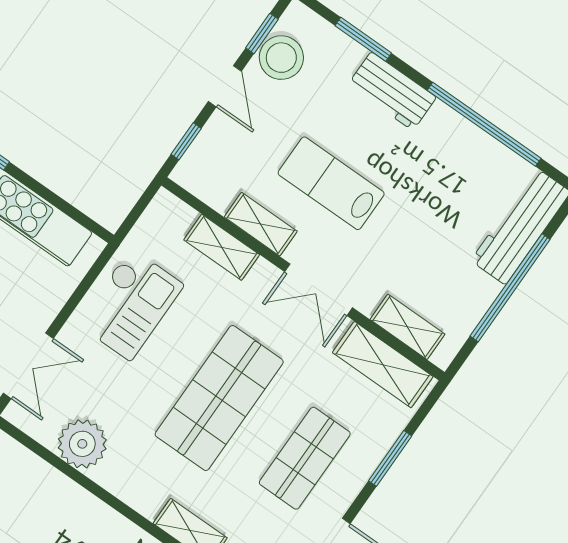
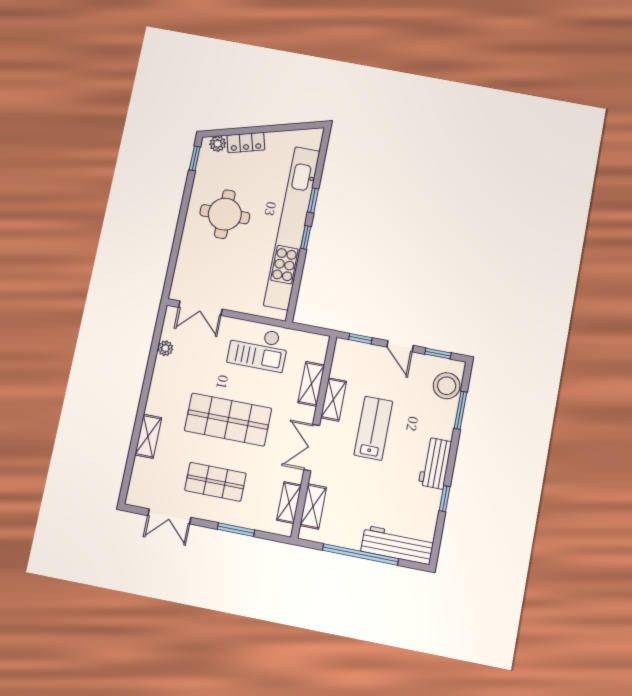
stool: (281, 58) -> (447, 386), moved
door: (225, 86) -> (400, 346), hinge flipped
workbench: (392, 91) -> (435, 463), moved
window: (484, 124) -> (445, 499), width x0.32
shelving: (383, 365) -> (289, 503), width x0.67, depth x0.75
plant: (82, 444) -> (165, 348), width x0.53, depth x0.53

